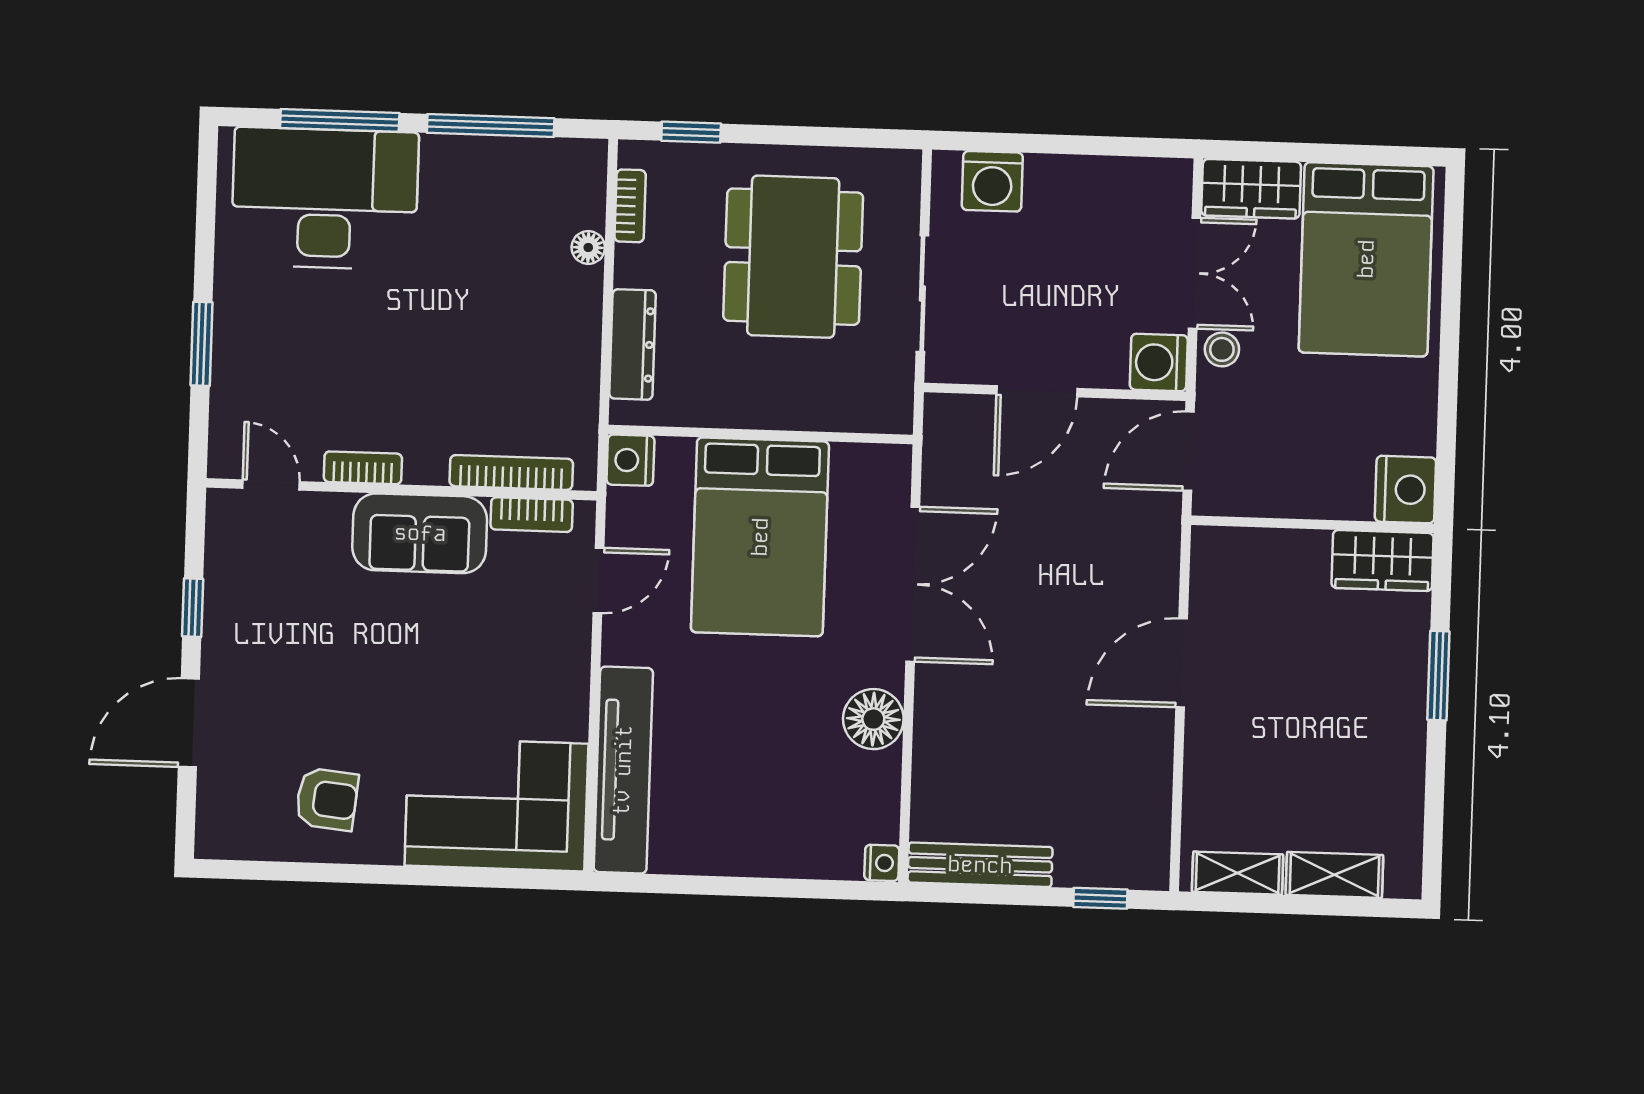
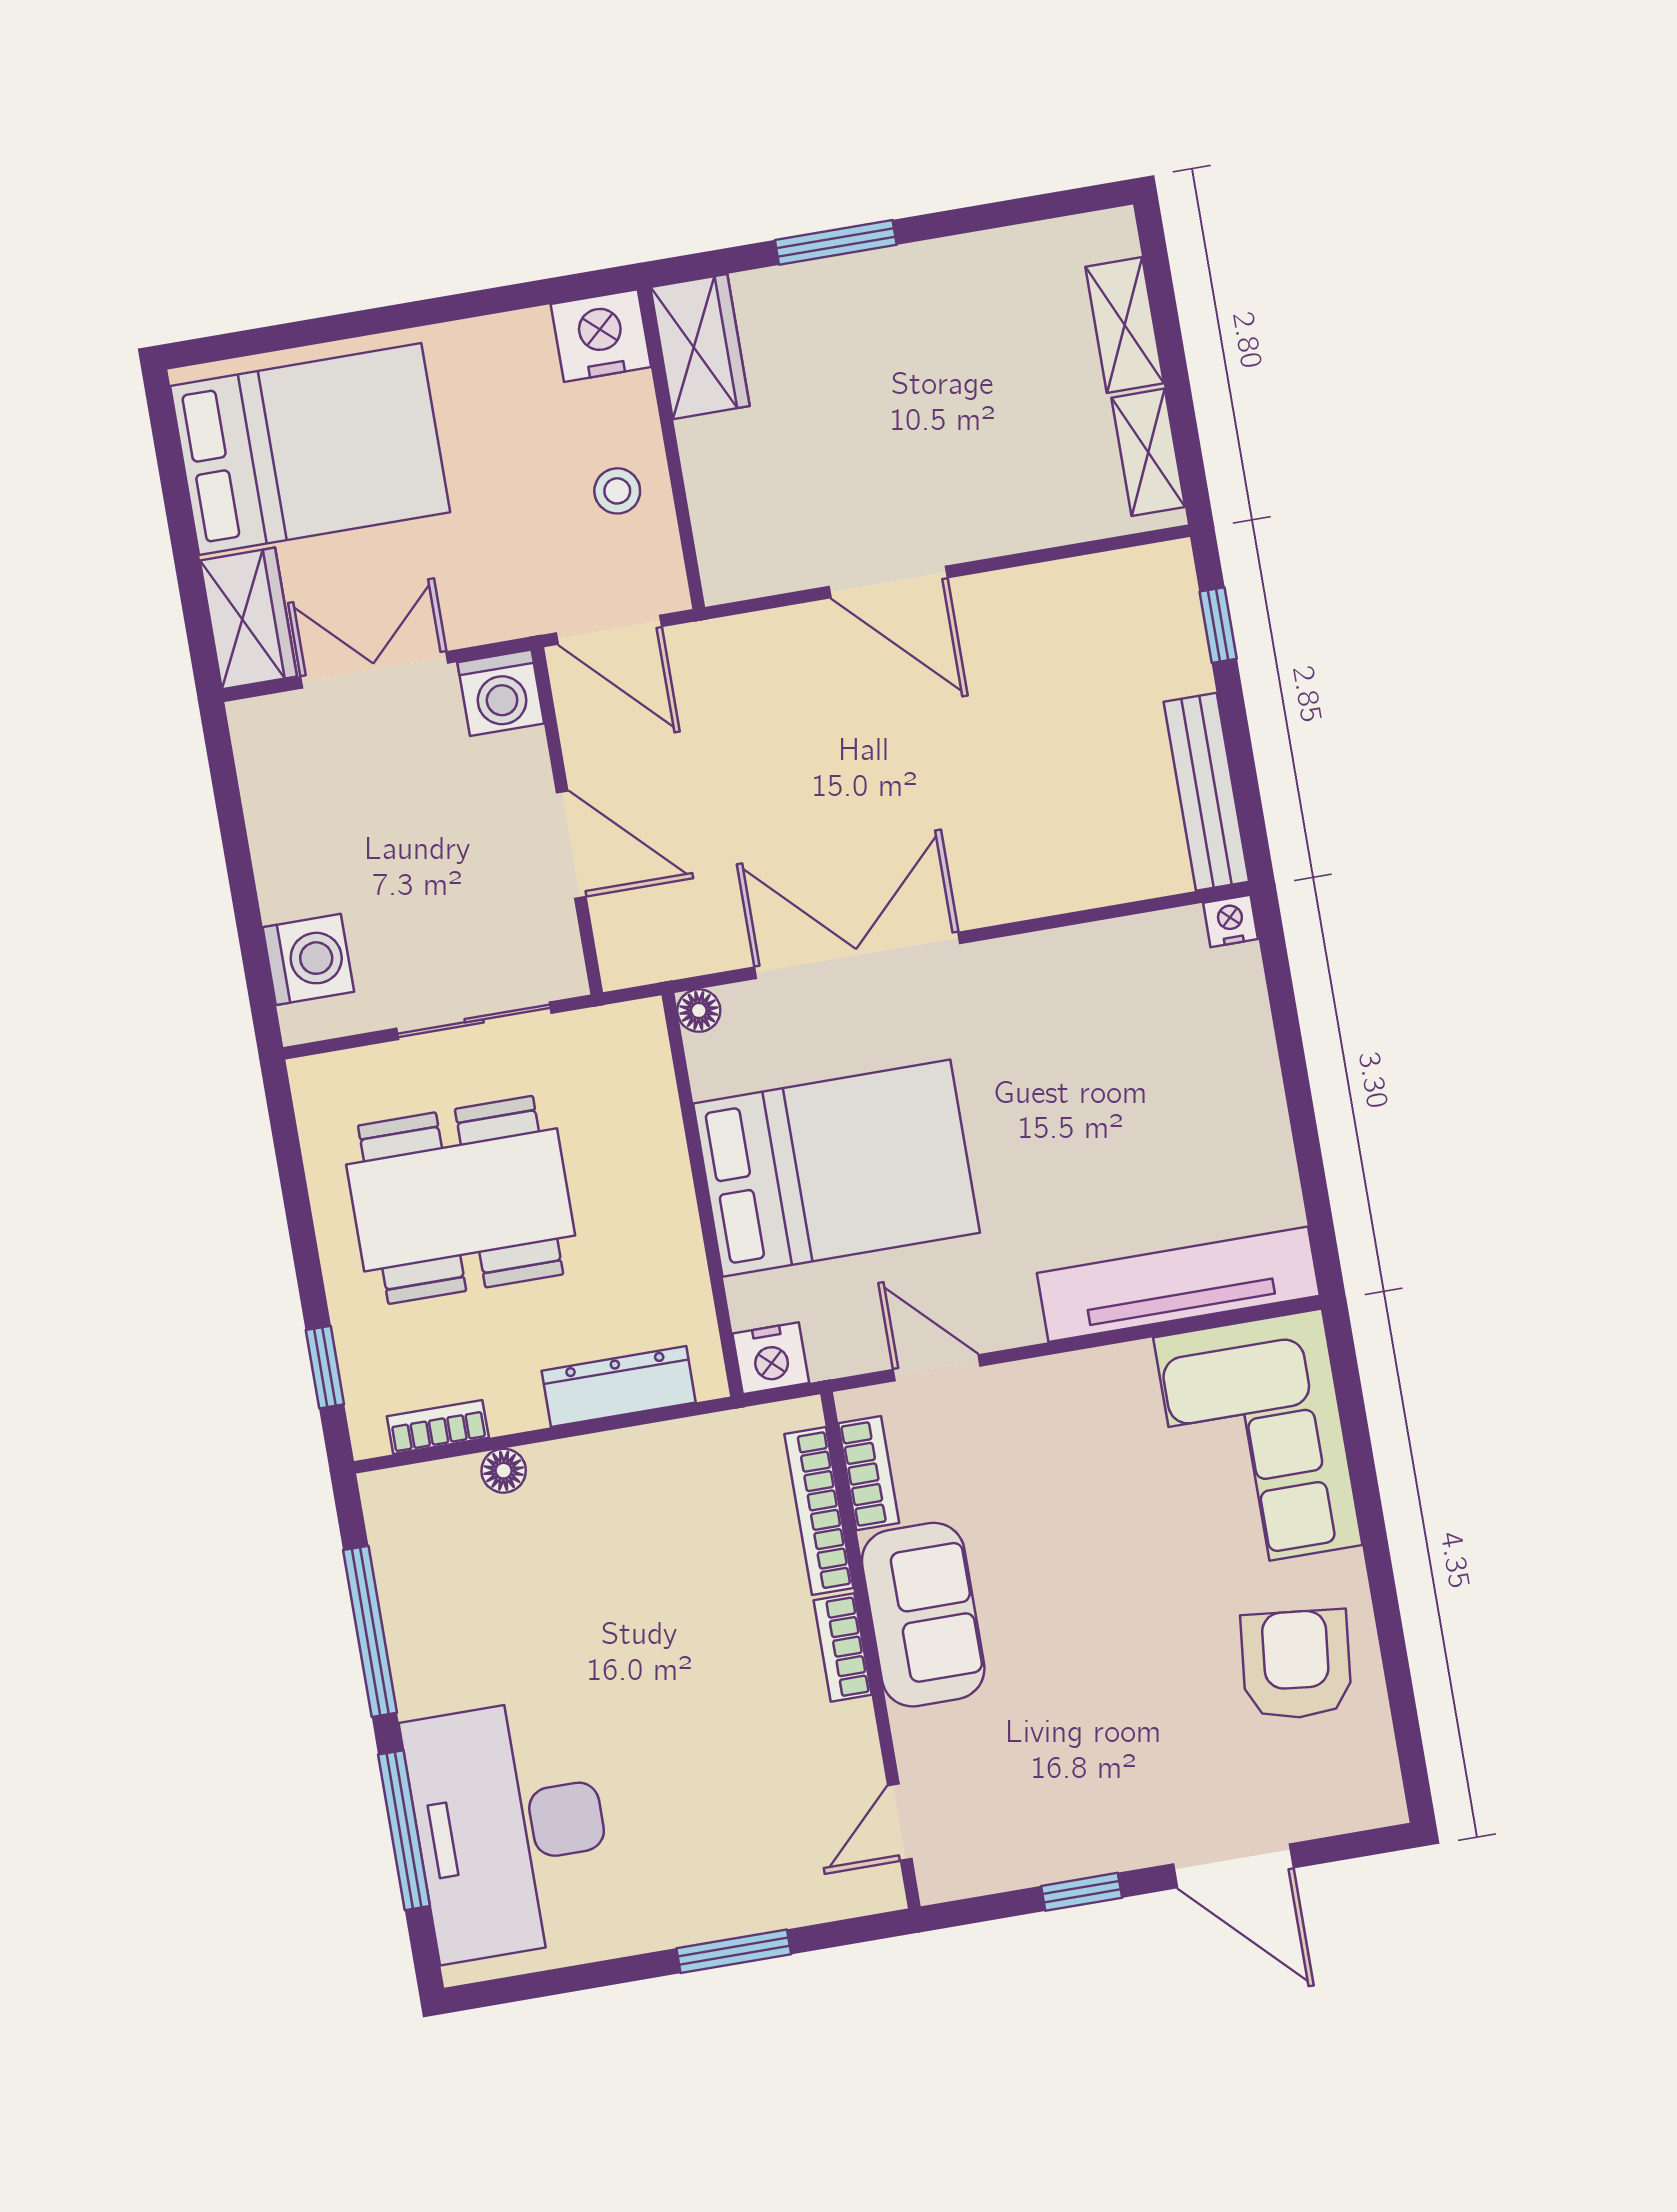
stool: (1222, 349) -> (617, 491), moved
bookcase: (363, 468) -> (843, 1647), moved
floor lamp: (873, 719) -> (699, 1011), moved, width x0.53, depth x0.53
armchair: (327, 799) -> (1296, 1665), width x1.38, depth x1.38

